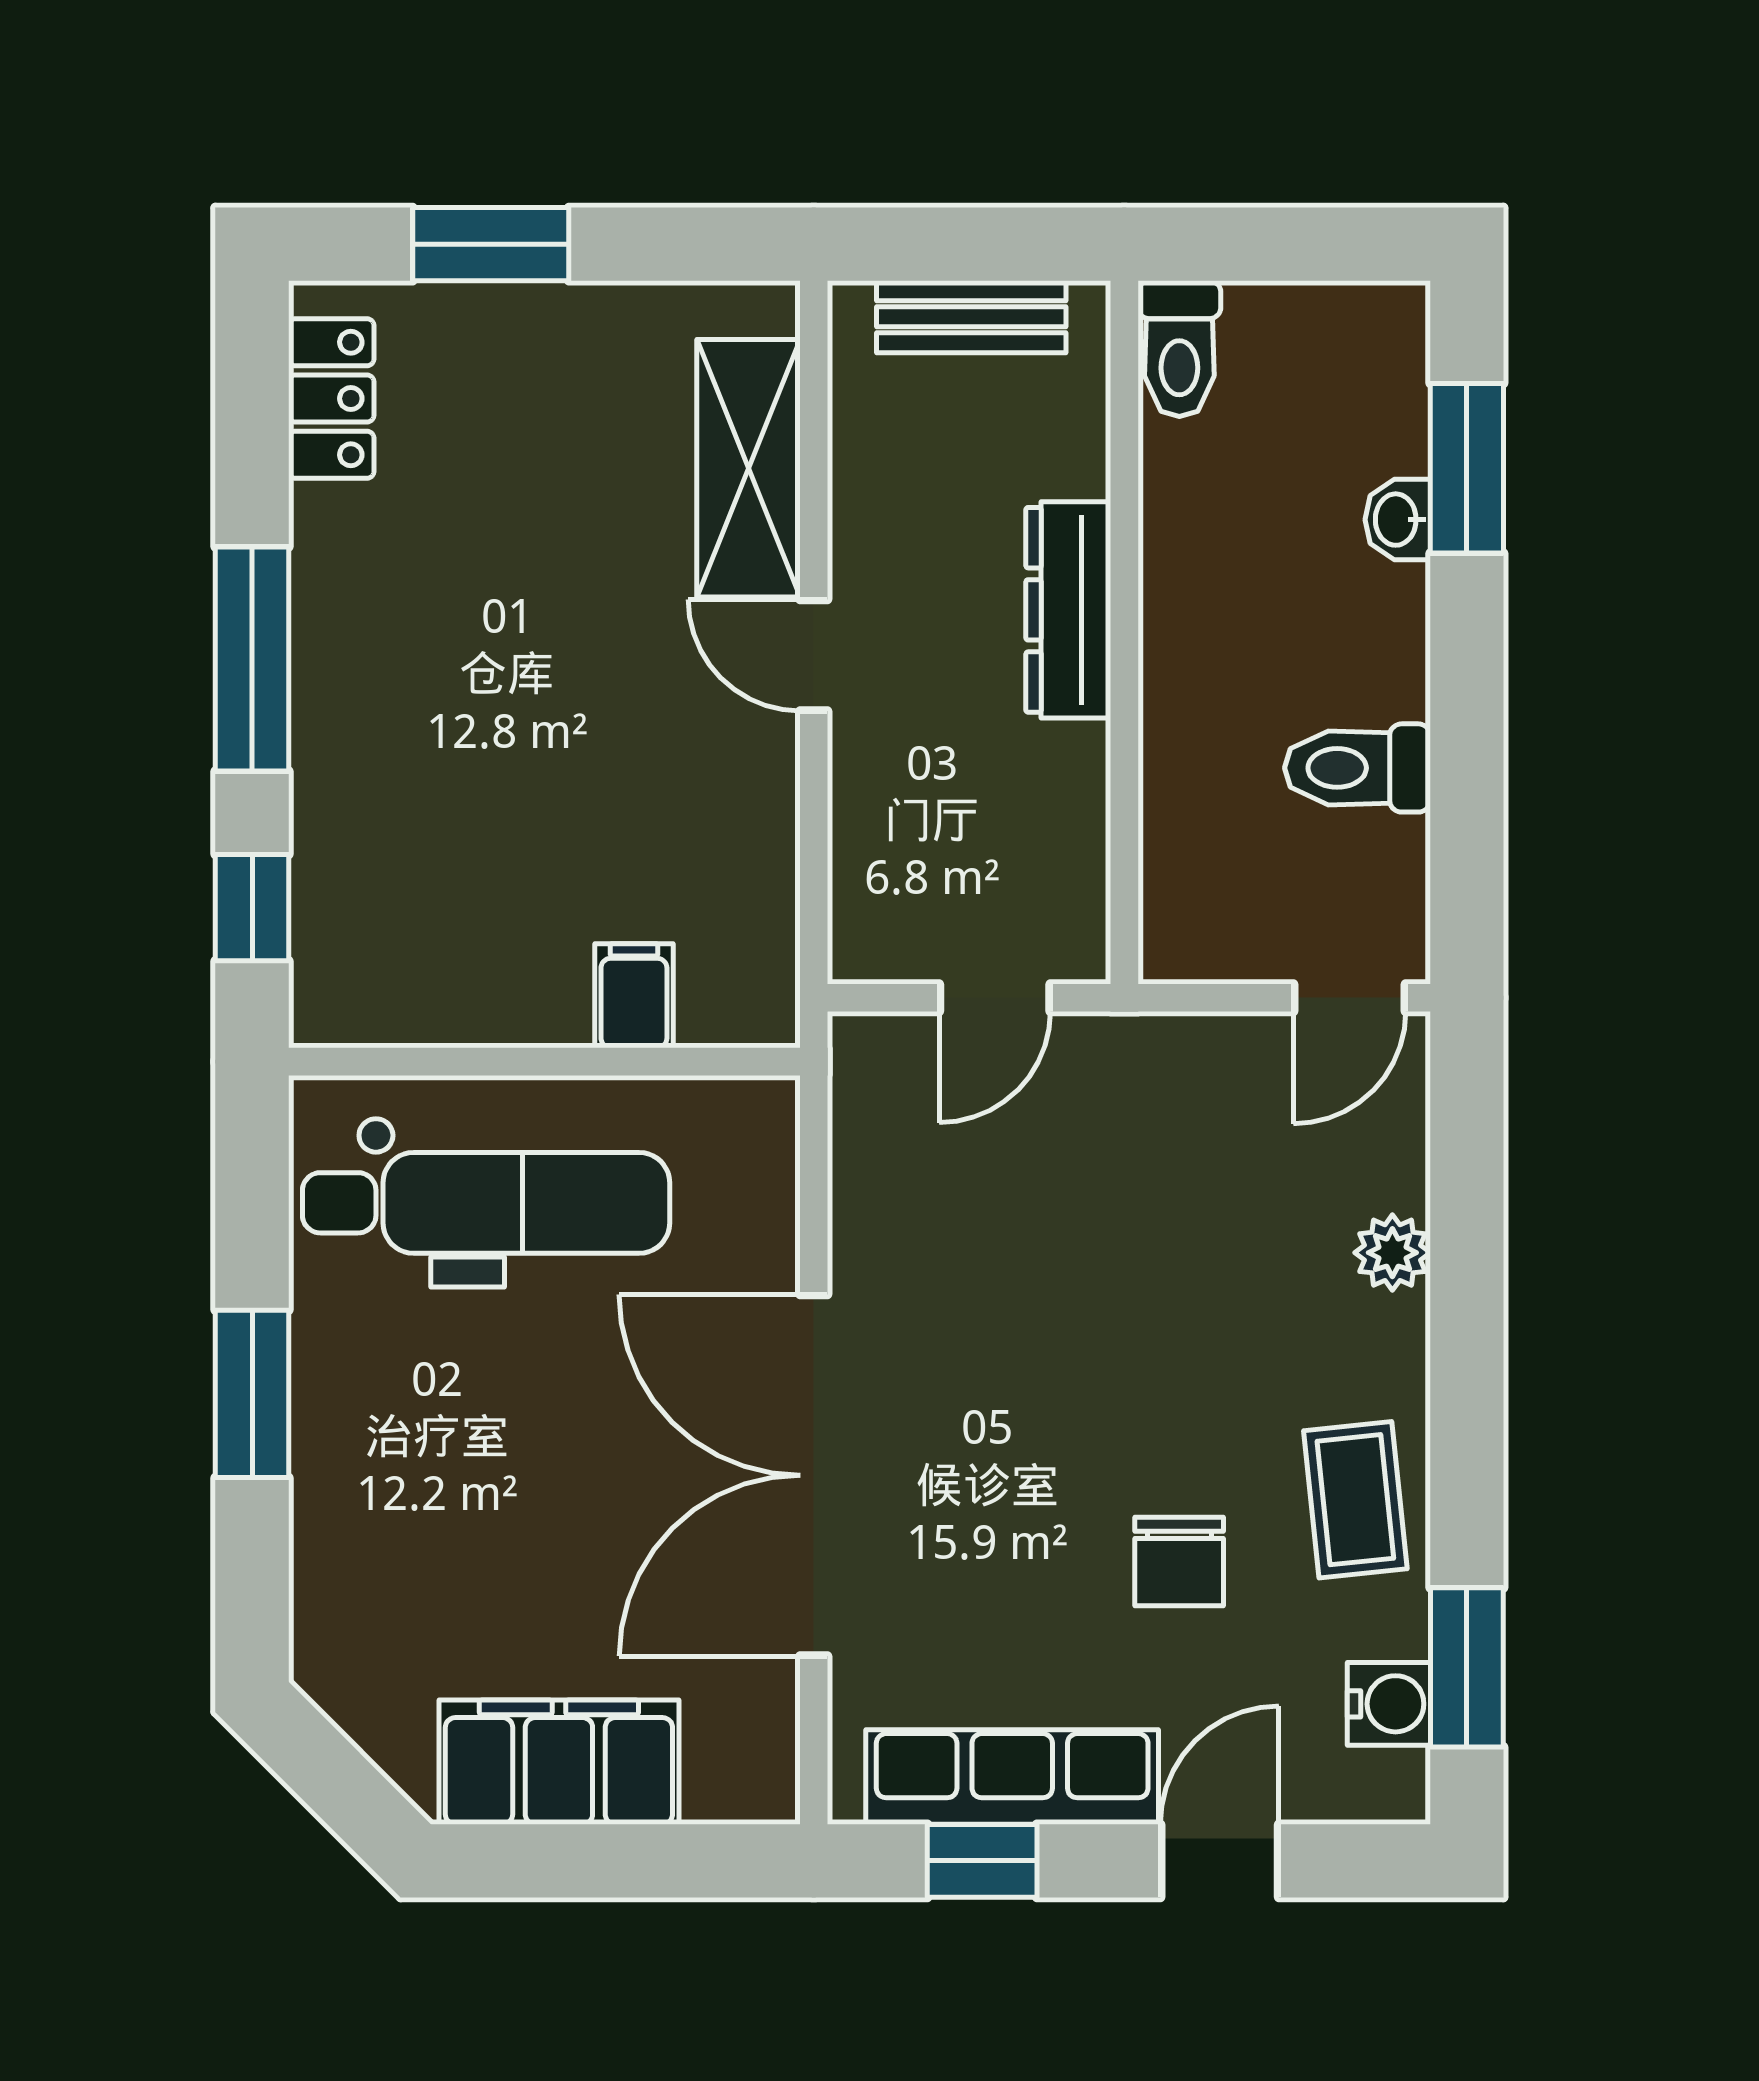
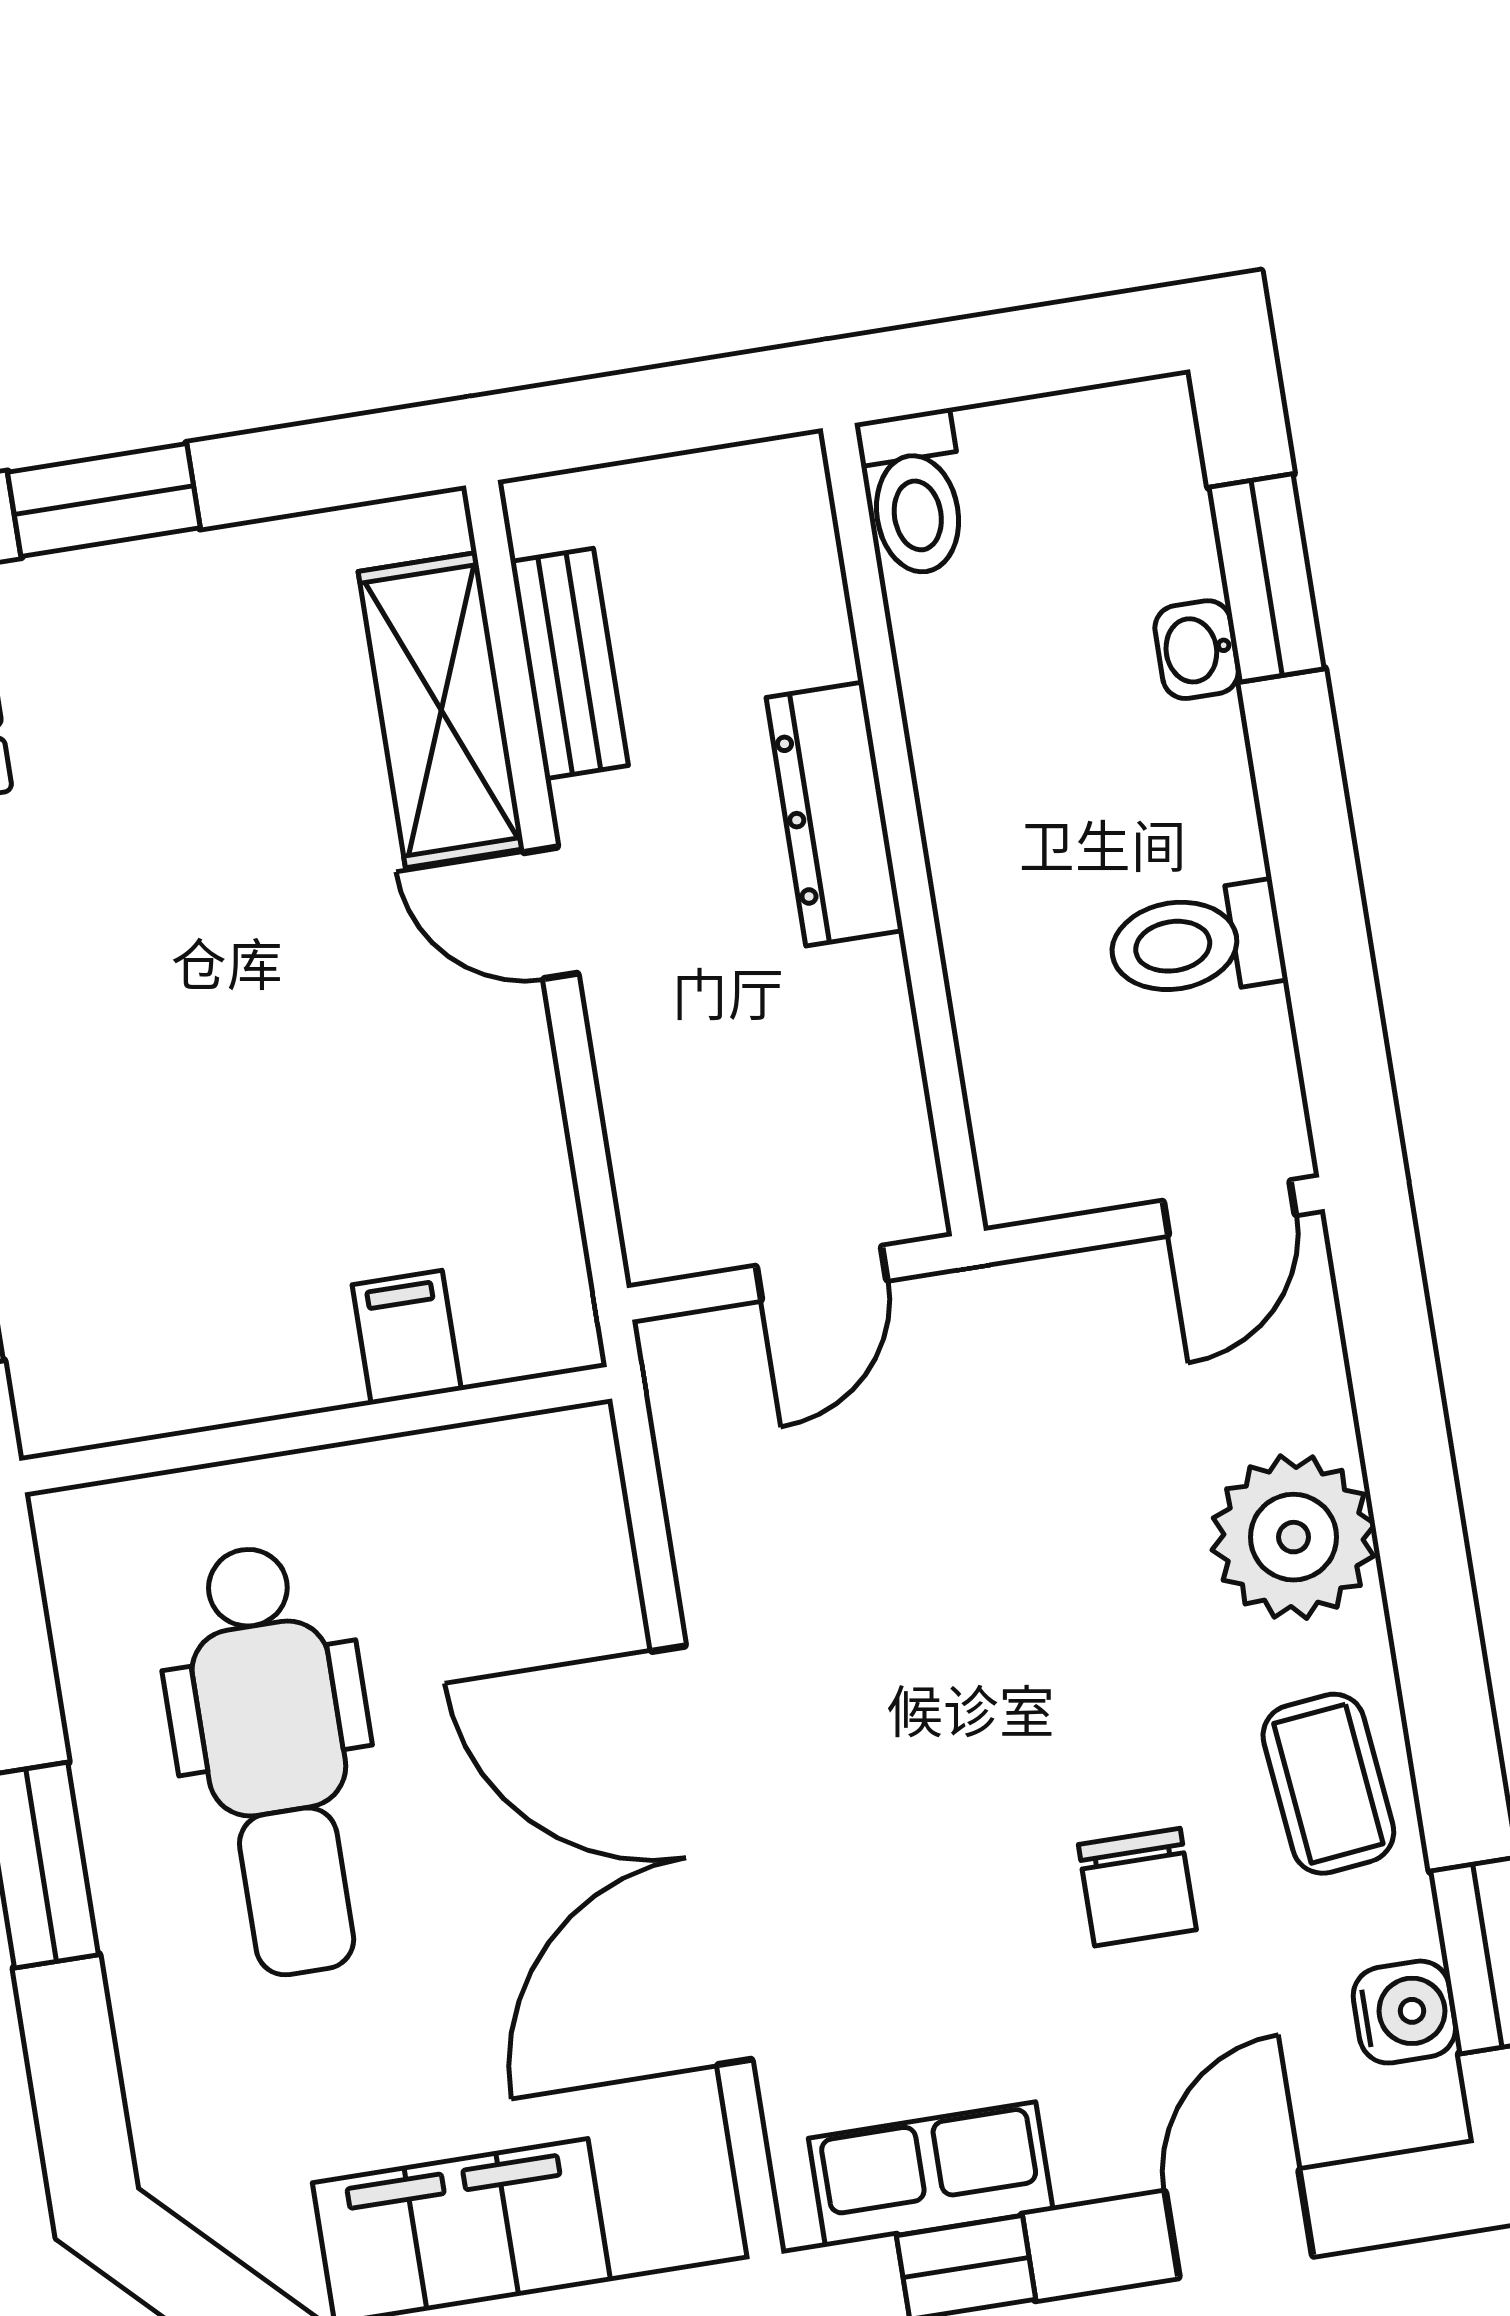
bench: (971, 317) -> (569, 664), moved, turned 90
dental chair: (486, 1203) -> (276, 1761), moved, turned 90
plant: (1392, 1253) -> (1294, 1537), width x1.88, depth x1.88
row of seats: (1012, 1777) -> (931, 2174), width x0.68

